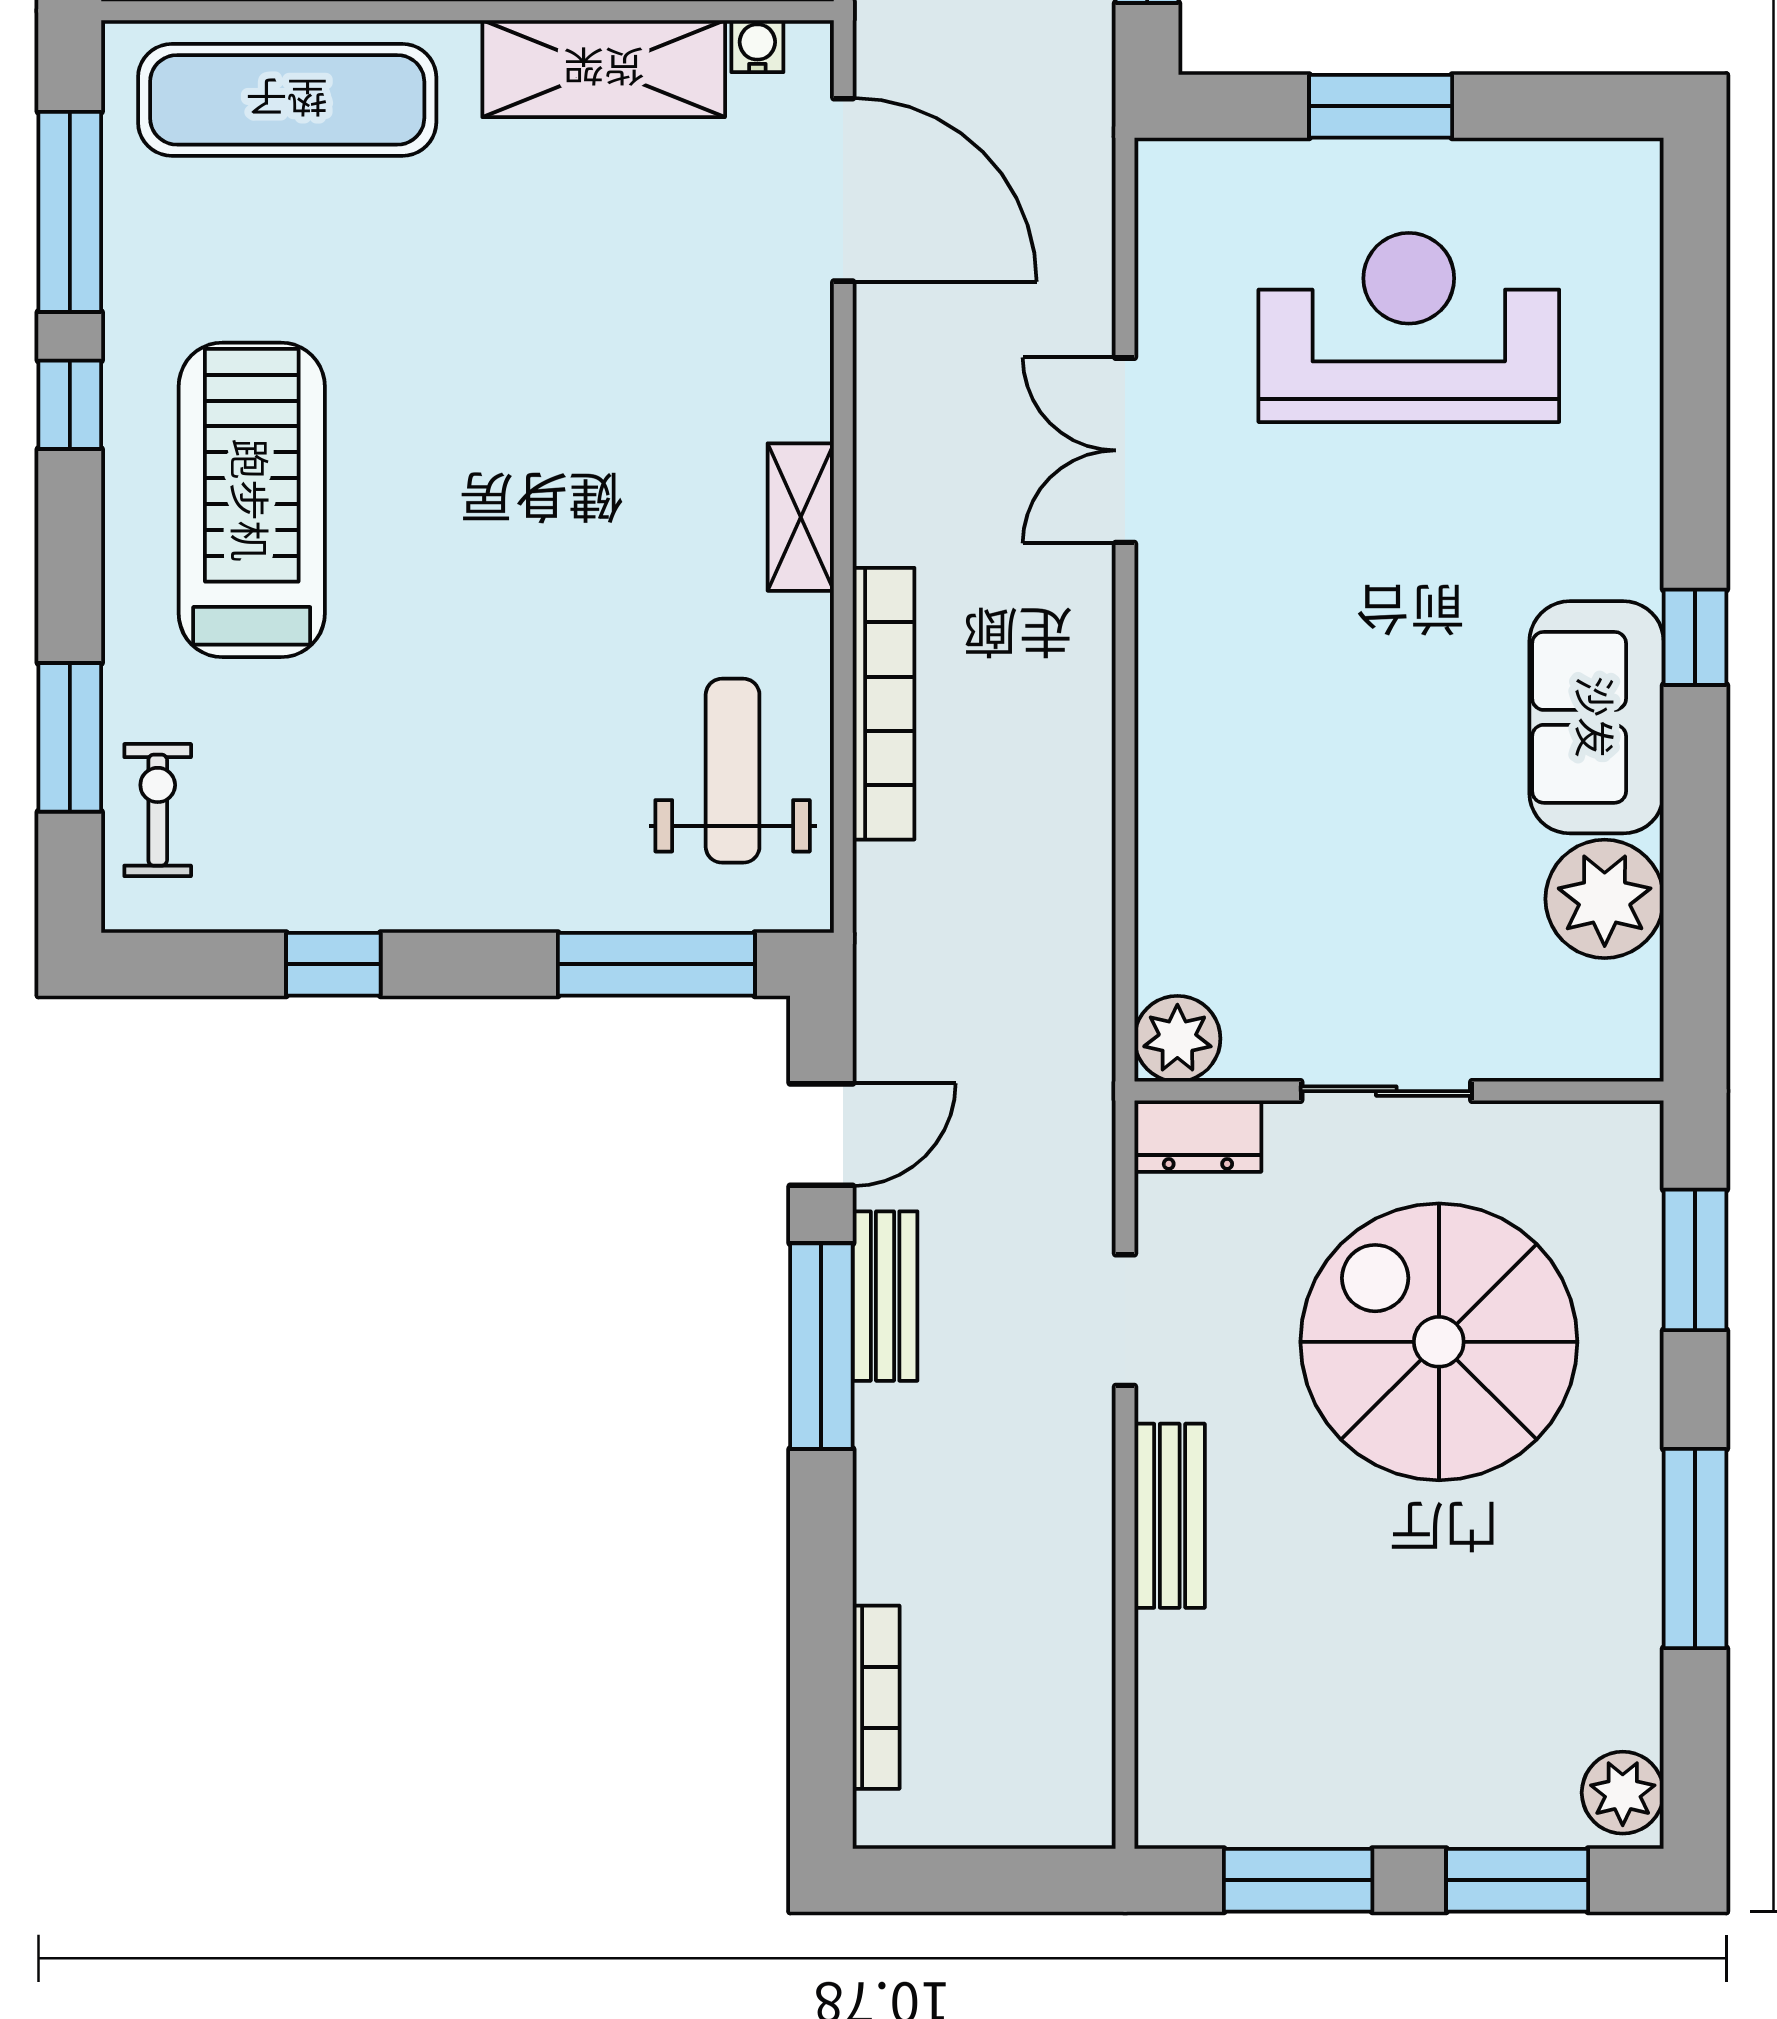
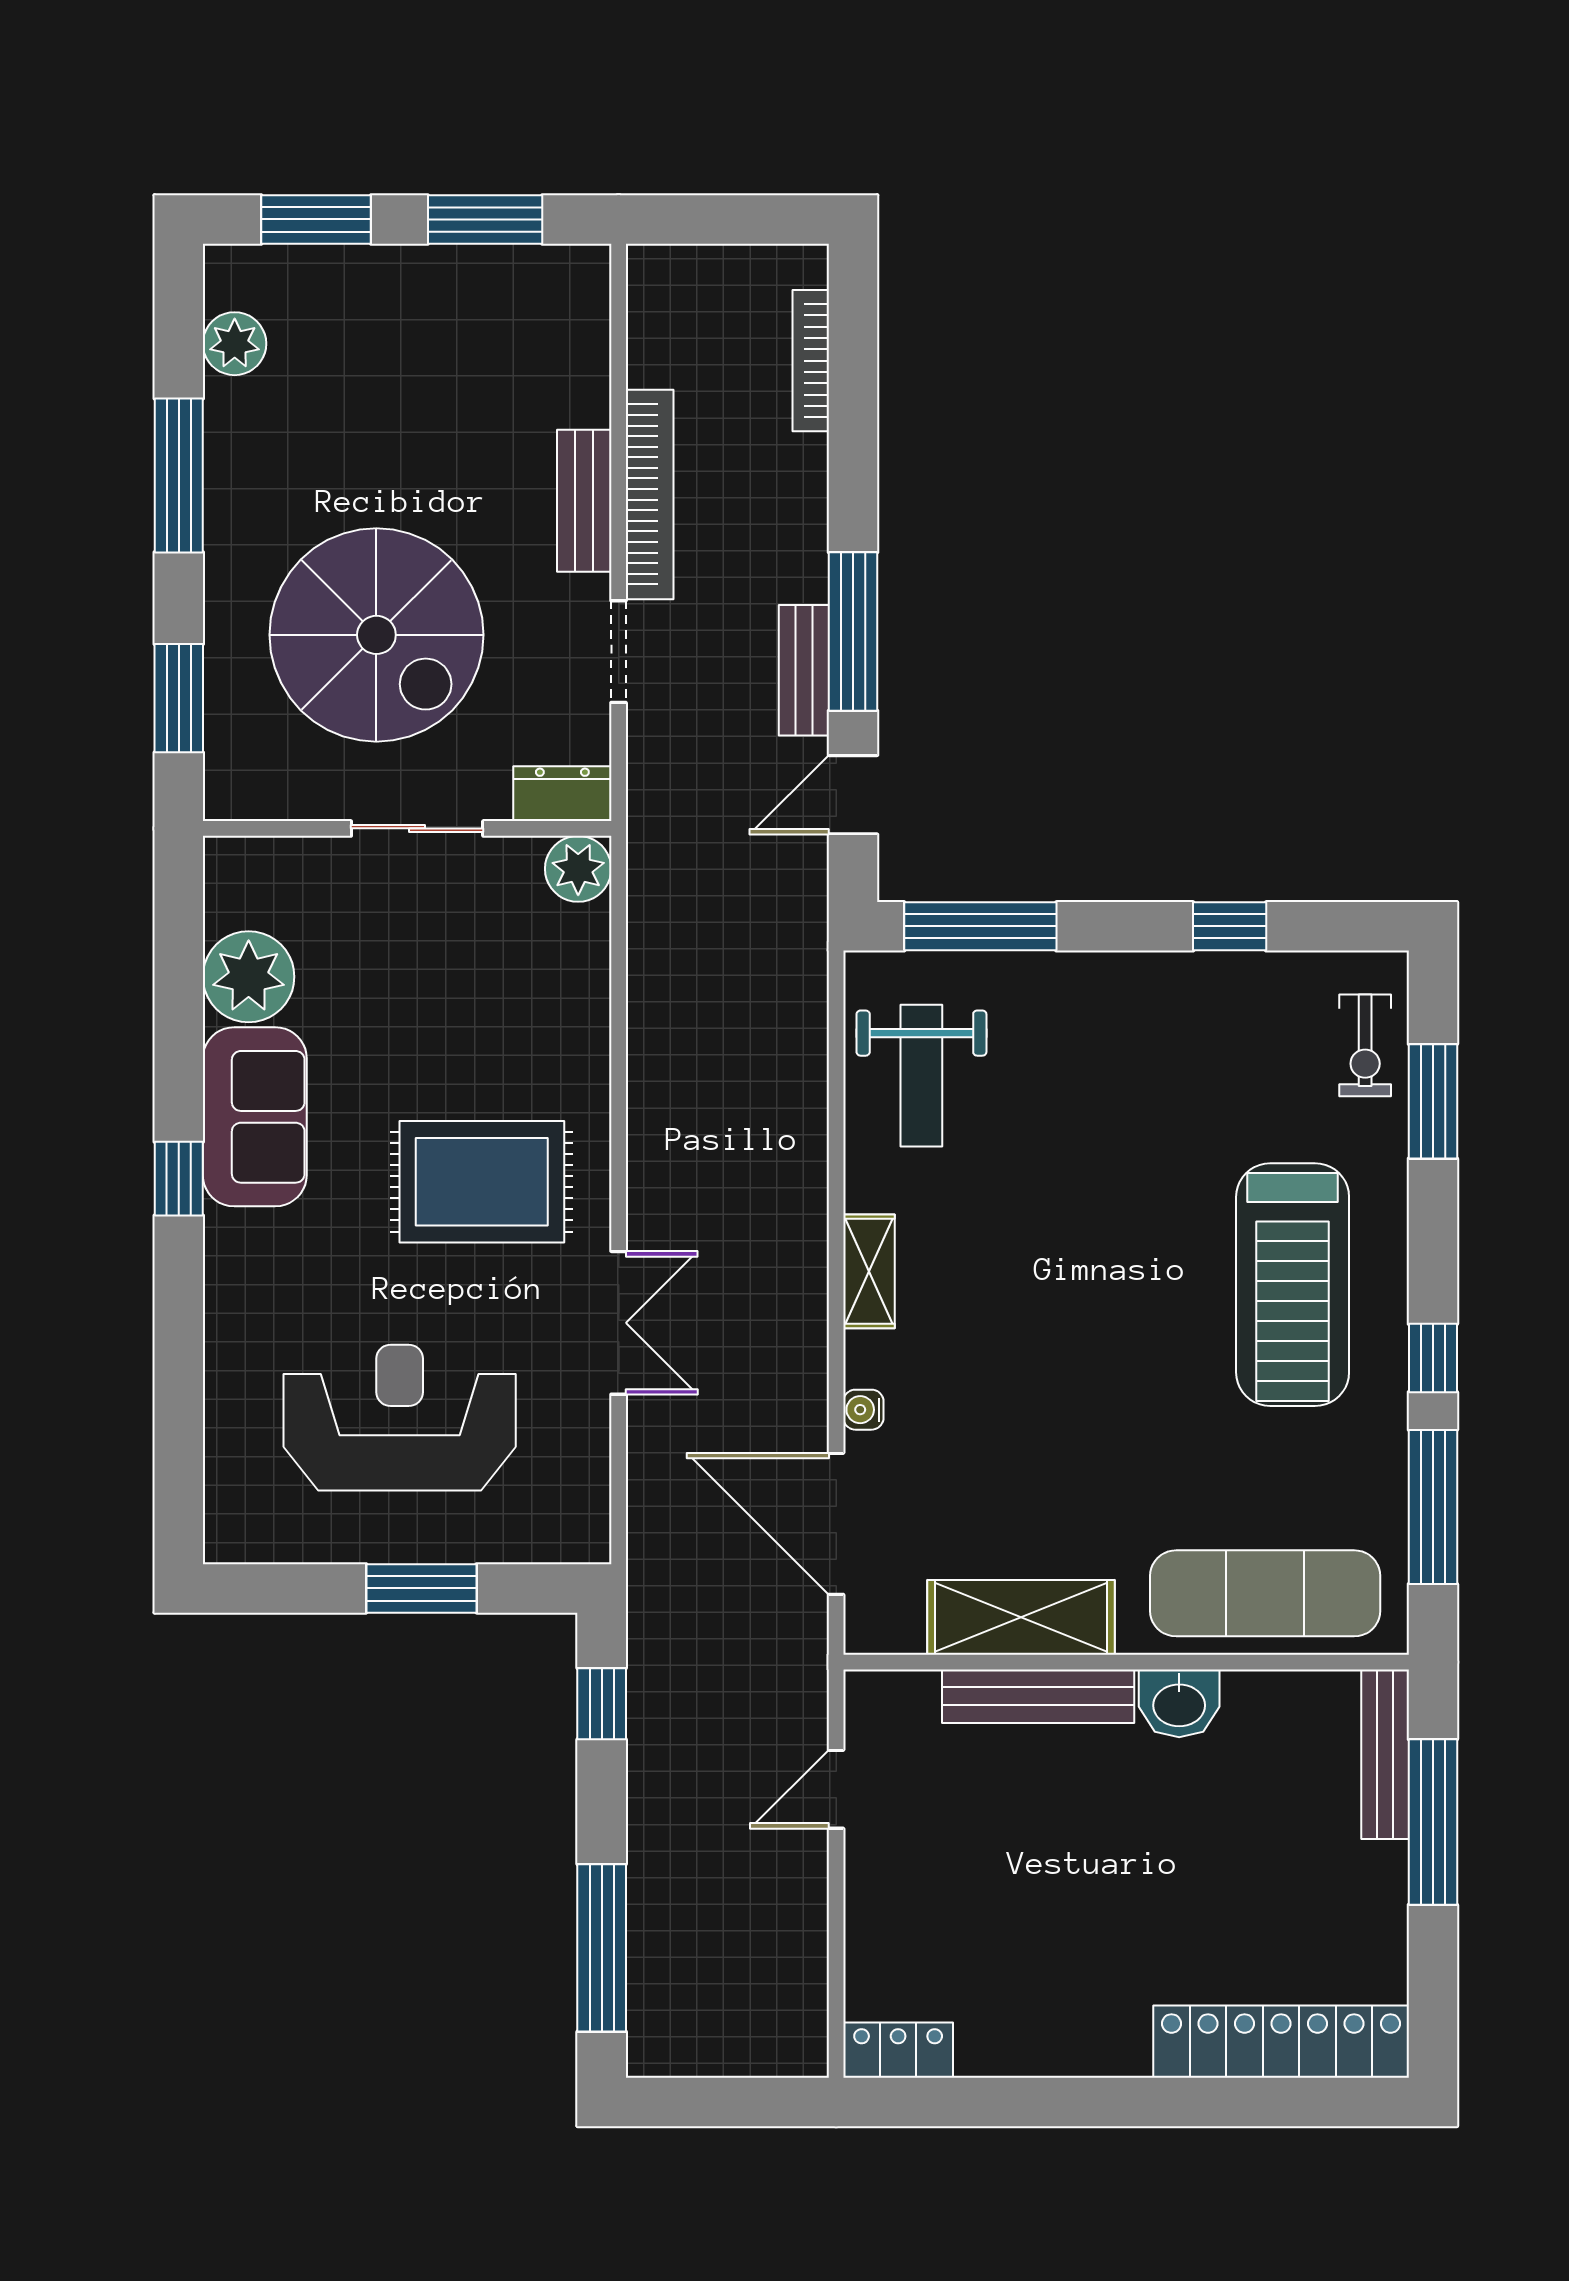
water cooler: (757, 46) -> (863, 1410), moved, turned 90
reception desk: (1409, 327) -> (400, 1418), turned 180
rug: (1302, 633) -> (482, 1182), added
bookcase: (884, 704) -> (650, 494), moved, turned 180
plant: (1623, 1793) -> (235, 344), moved

